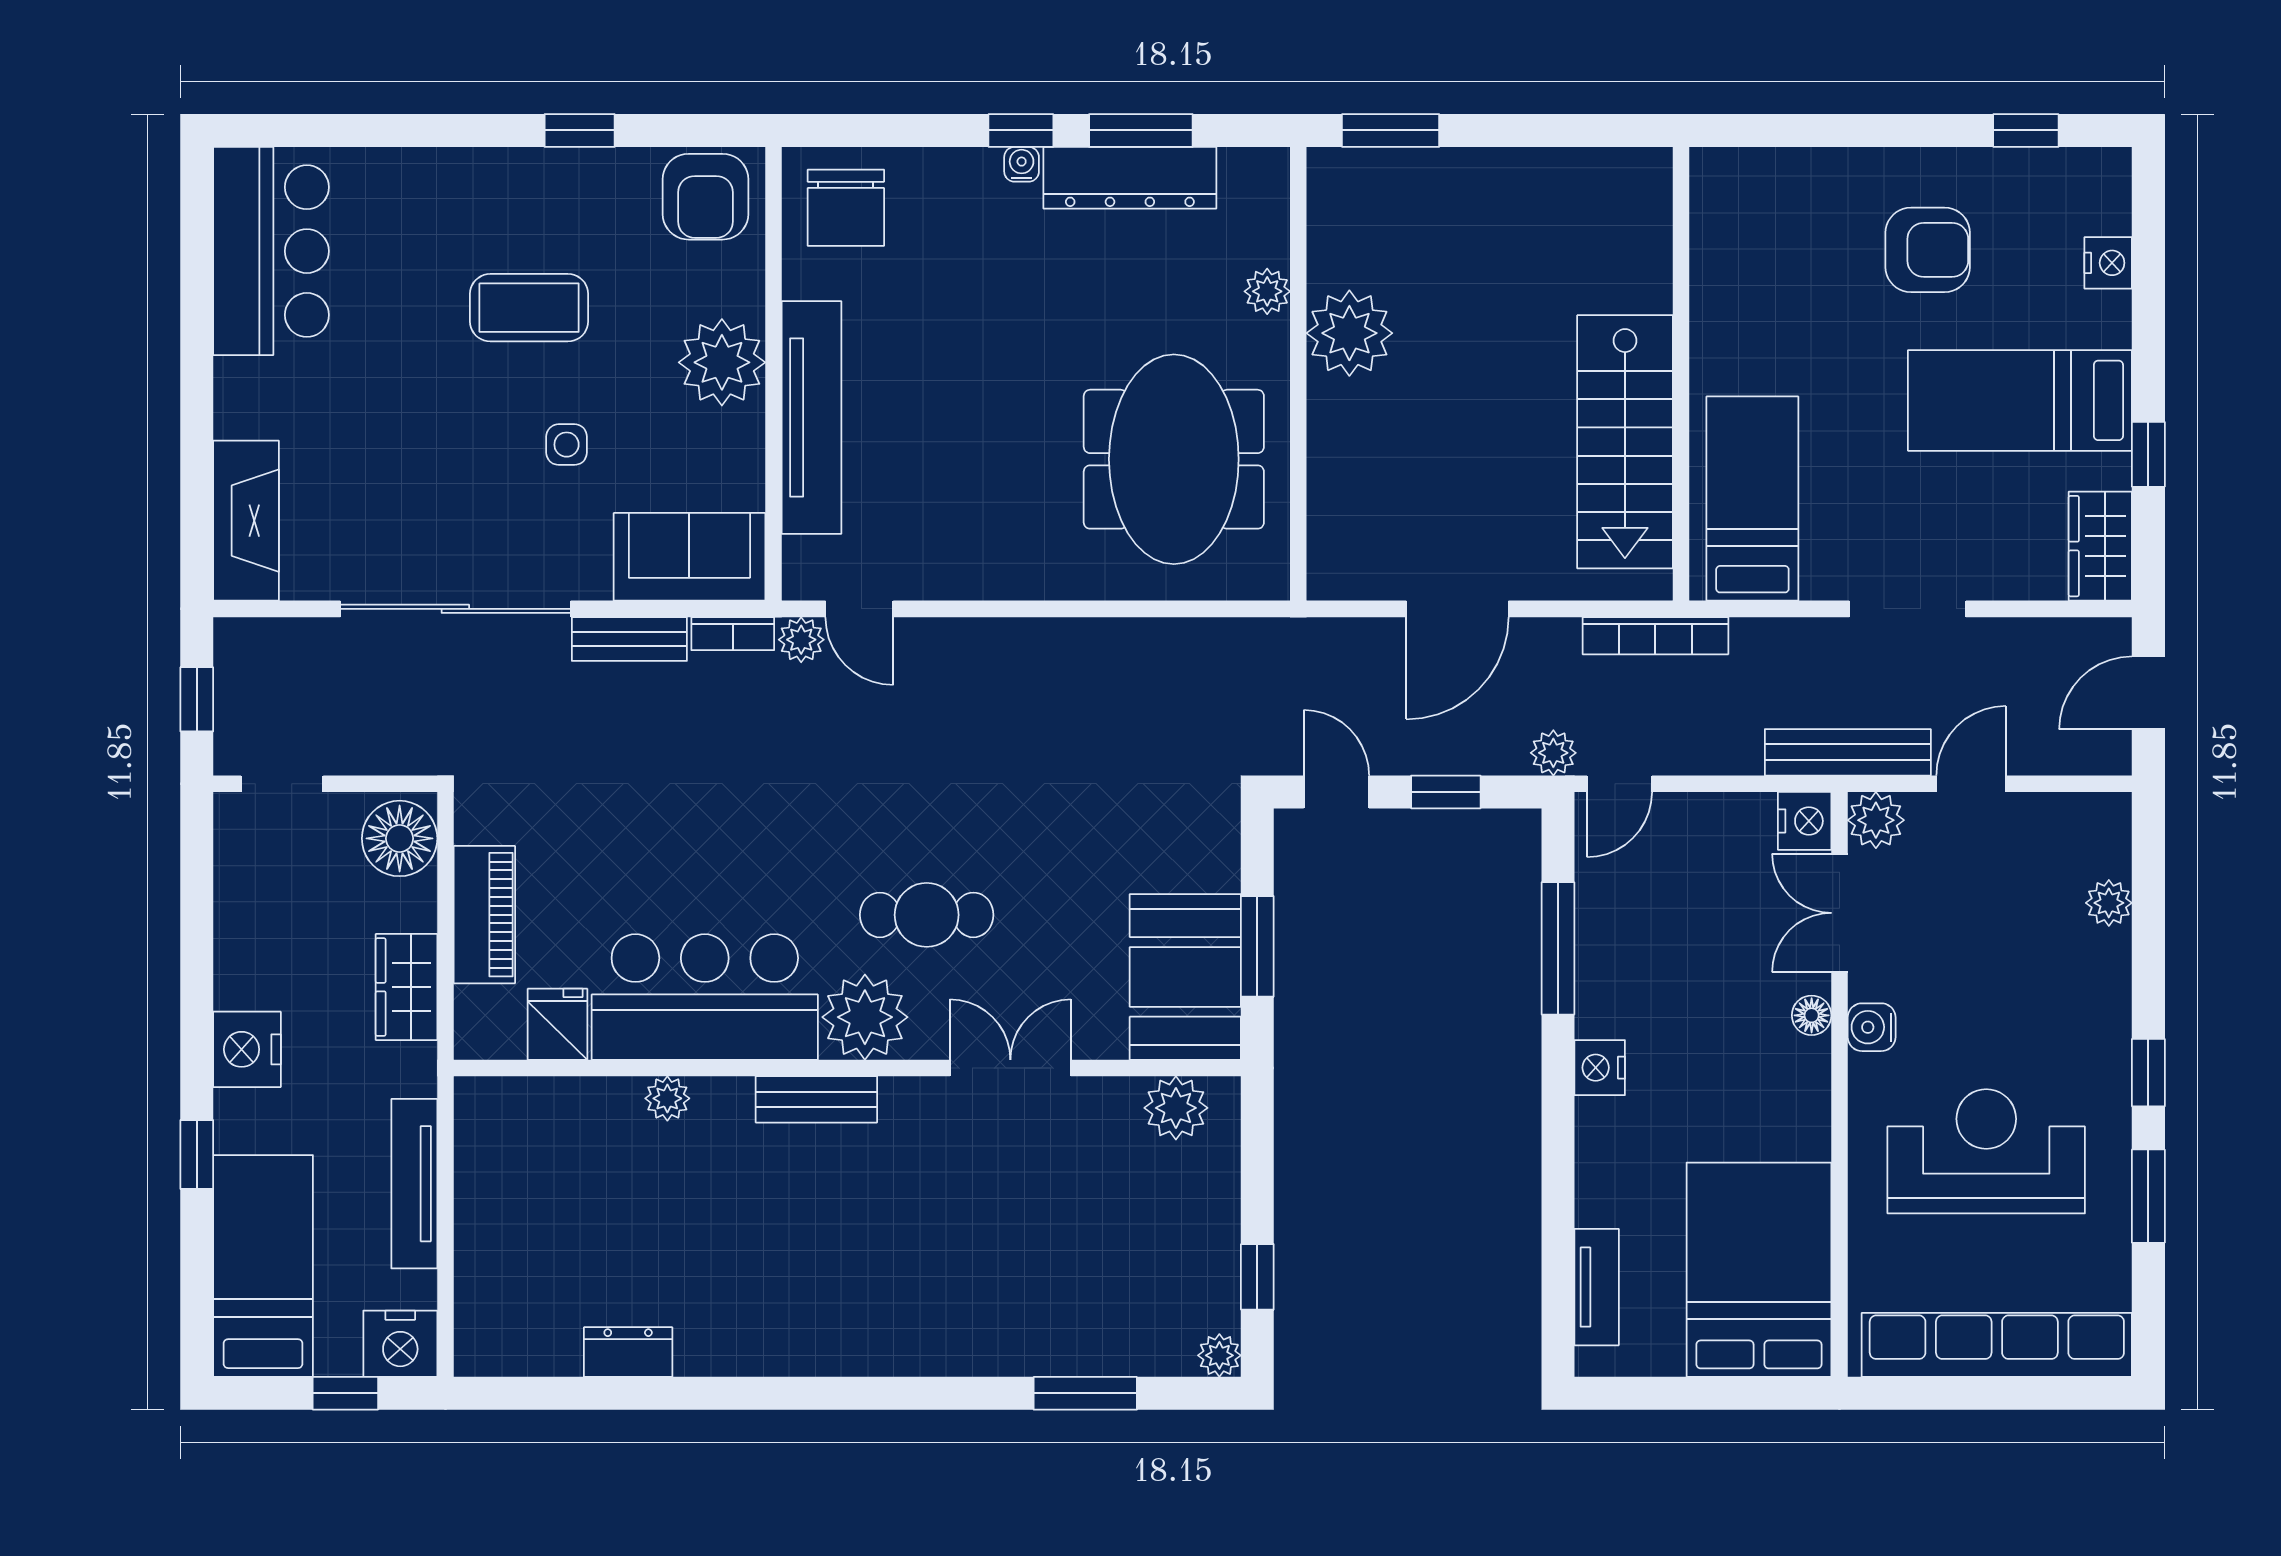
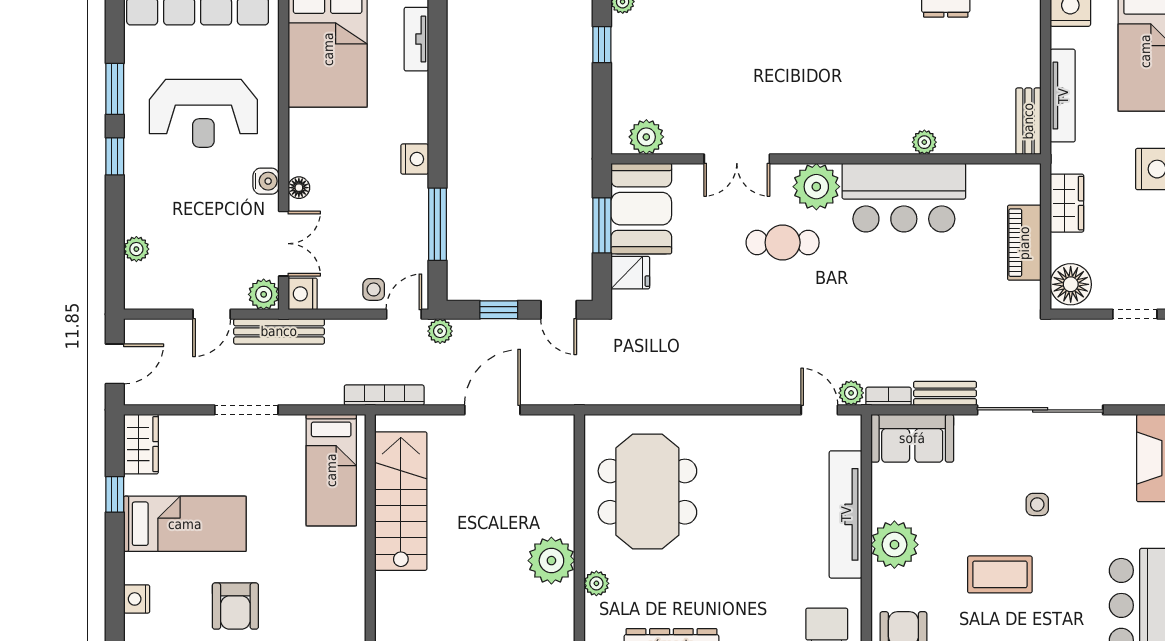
armchair: (1928, 250) -> (235, 606), turned -90
side table: (567, 445) -> (1037, 504), moved
side table: (1675, 829) -> (374, 289), added
fridge: (557, 1024) -> (630, 273), moved, turned -90
bench: (816, 1099) -> (1028, 121), moved, turned 90

